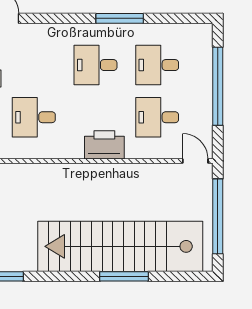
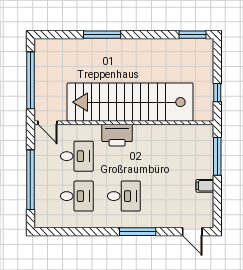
window: (120, 18) -> (138, 232), moved
desk: (34, 117) -> (171, 156), removed
stairs: (120, 246) -> (130, 102), moved, turned 180

